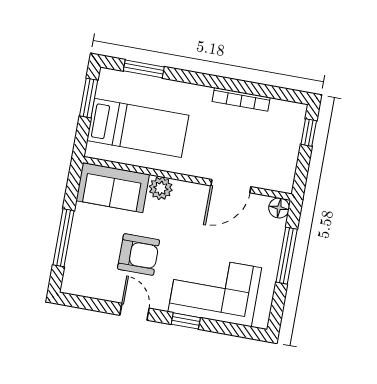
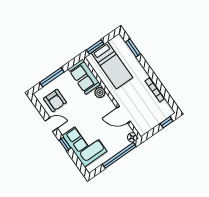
window: (89, 98) -> (95, 47), moved
armchair: (139, 255) -> (55, 101), moved
window: (287, 256) -> (119, 155), width x1.46
door: (134, 312) -> (51, 124), hinge flipped

